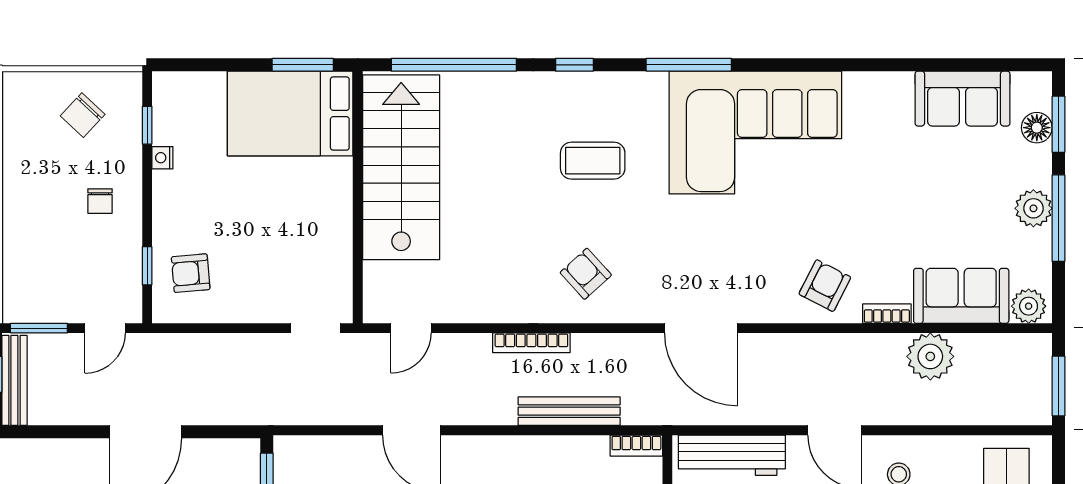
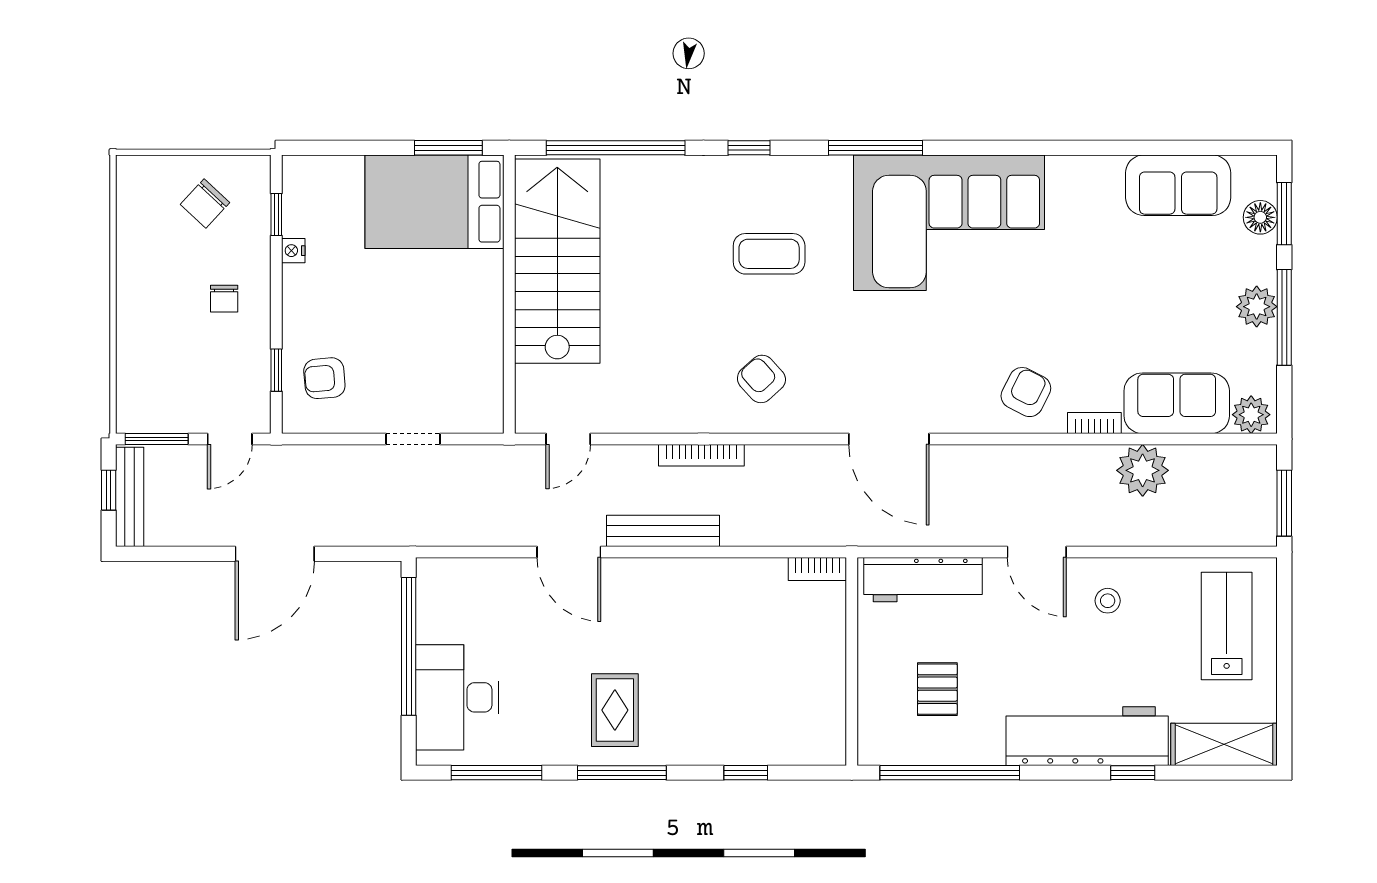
doorway: (315, 328) -> (413, 439), moved
bench: (569, 411) -> (663, 531), moved

